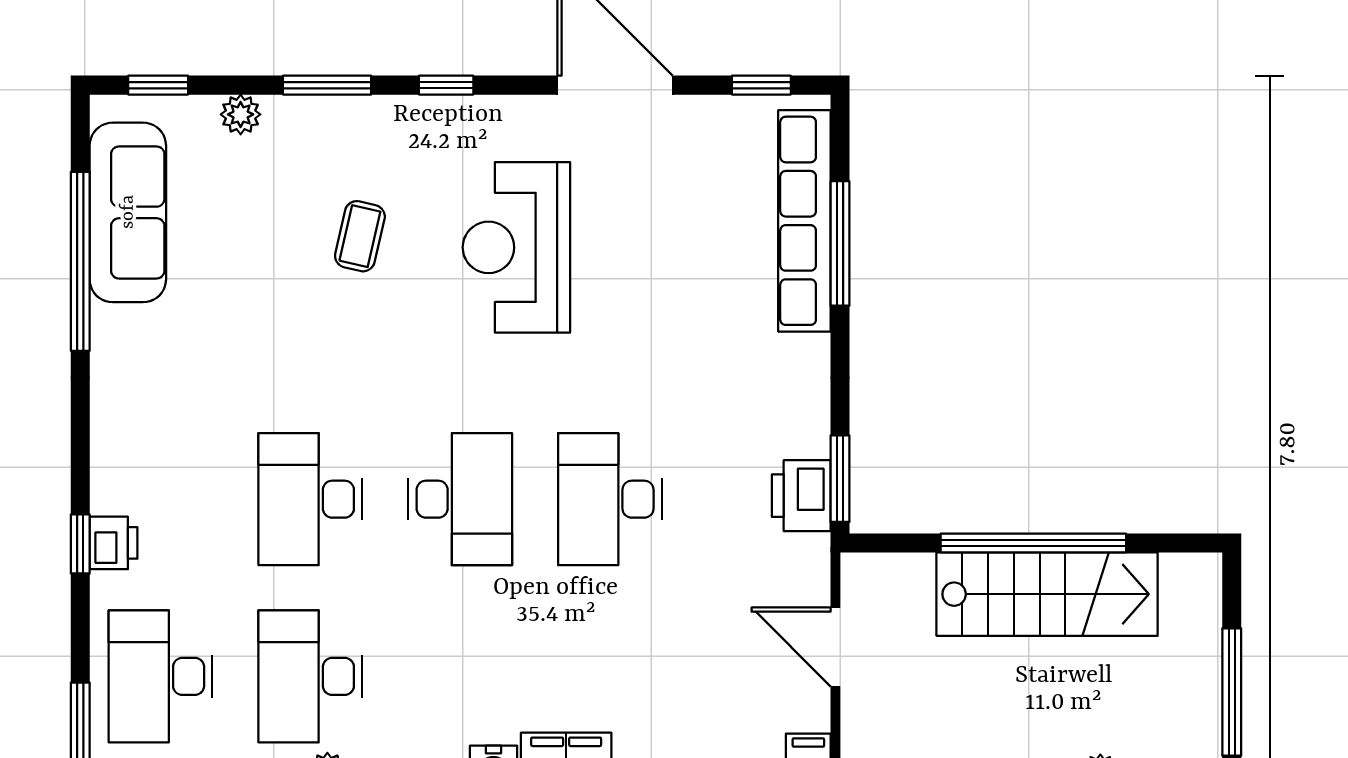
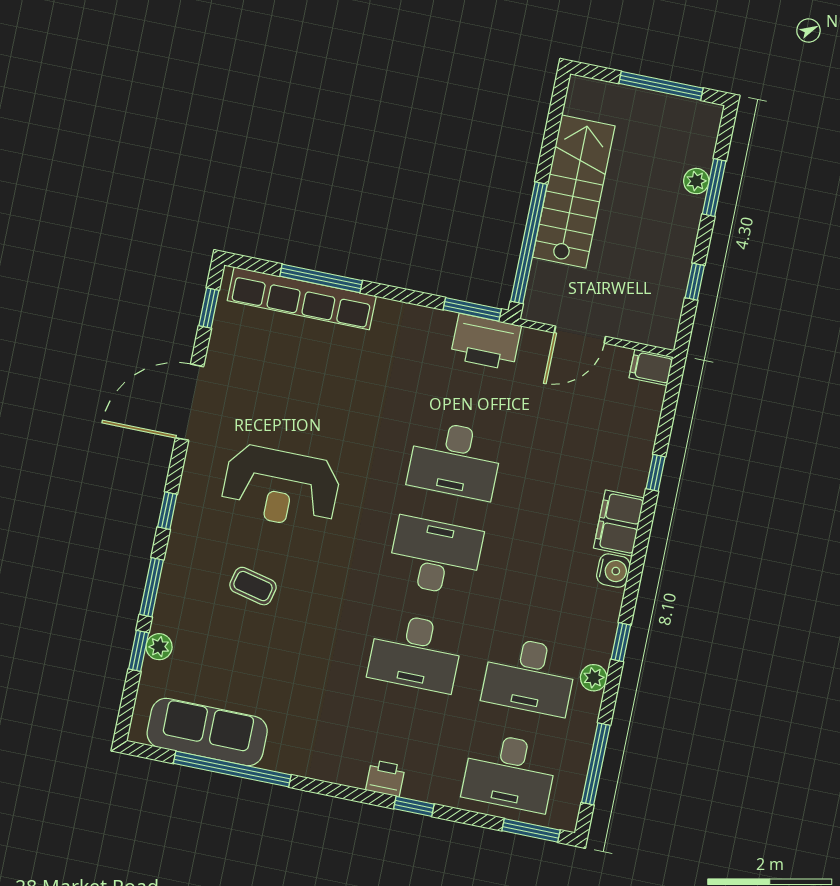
window: (158, 85) -> (139, 651), moved
printer: (801, 496) -> (486, 342), width x1.37, depth x1.19
printer: (114, 543) -> (385, 778), moved
window: (1033, 543) -> (529, 243), moved

